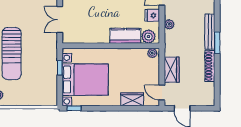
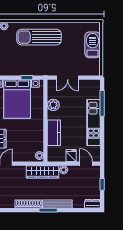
double door: (60, 20) -> (68, 78), swing flipped
plant: (148, 37) -> (53, 105), moved
wardrobe: (172, 70) -> (43, 172), moved, width x1.50

